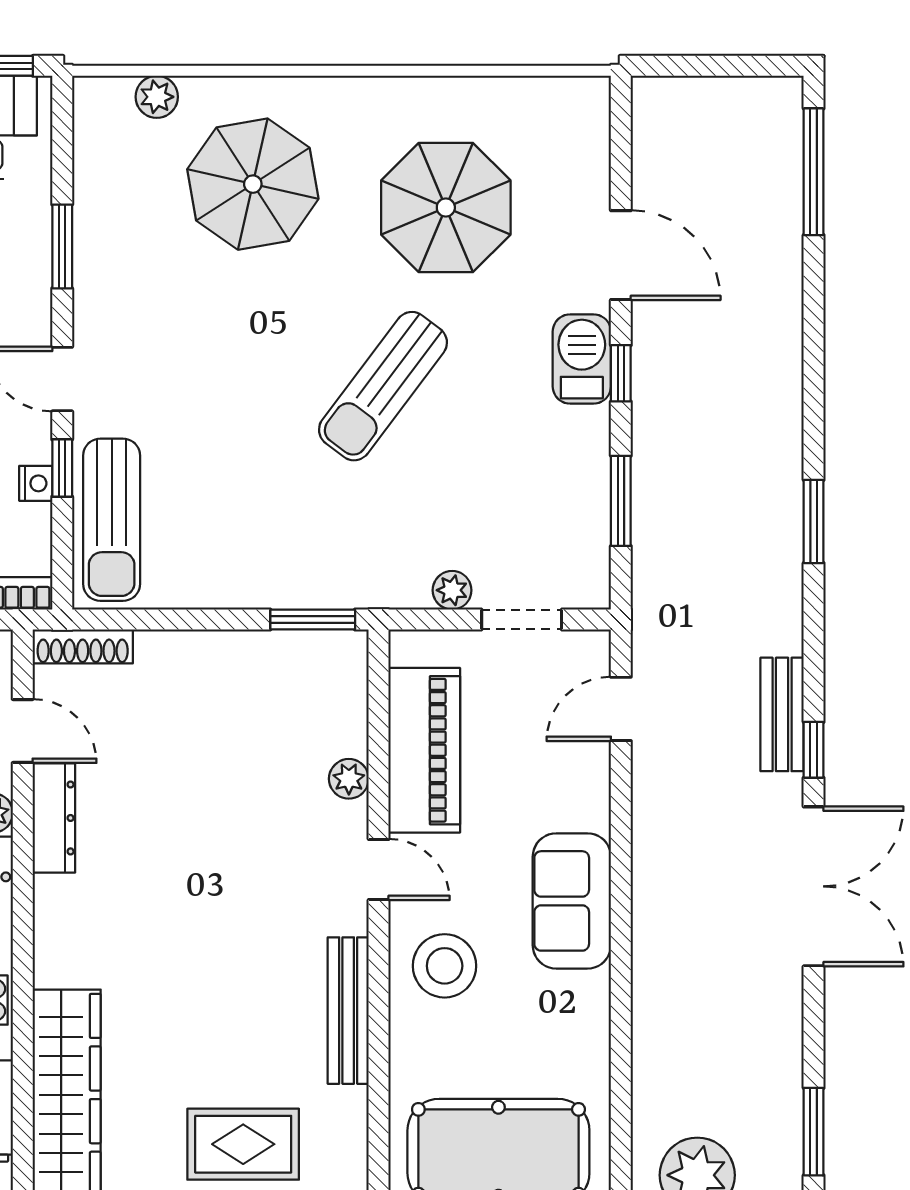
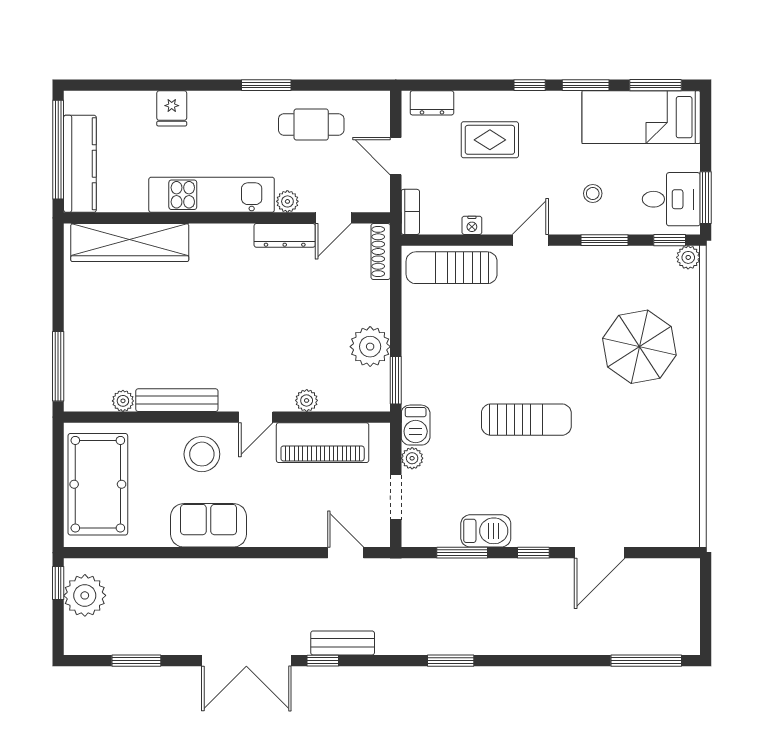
plant: (157, 97) -> (688, 257), moved
parasol: (446, 207) -> (626, 455), removed
barbecue: (582, 359) -> (486, 531), moved
sun lounger: (383, 386) -> (526, 420), turned 143
window: (62, 468) -> (670, 240), moved
barbecue: (393, 584) -> (416, 425), added
plant: (253, 665) -> (370, 347), added
sofa: (572, 901) -> (209, 525), moved
plant: (349, 1107) -> (123, 401), added
window: (814, 1132) -> (136, 661), moved
rug: (243, 1144) -> (102, 341), removed

